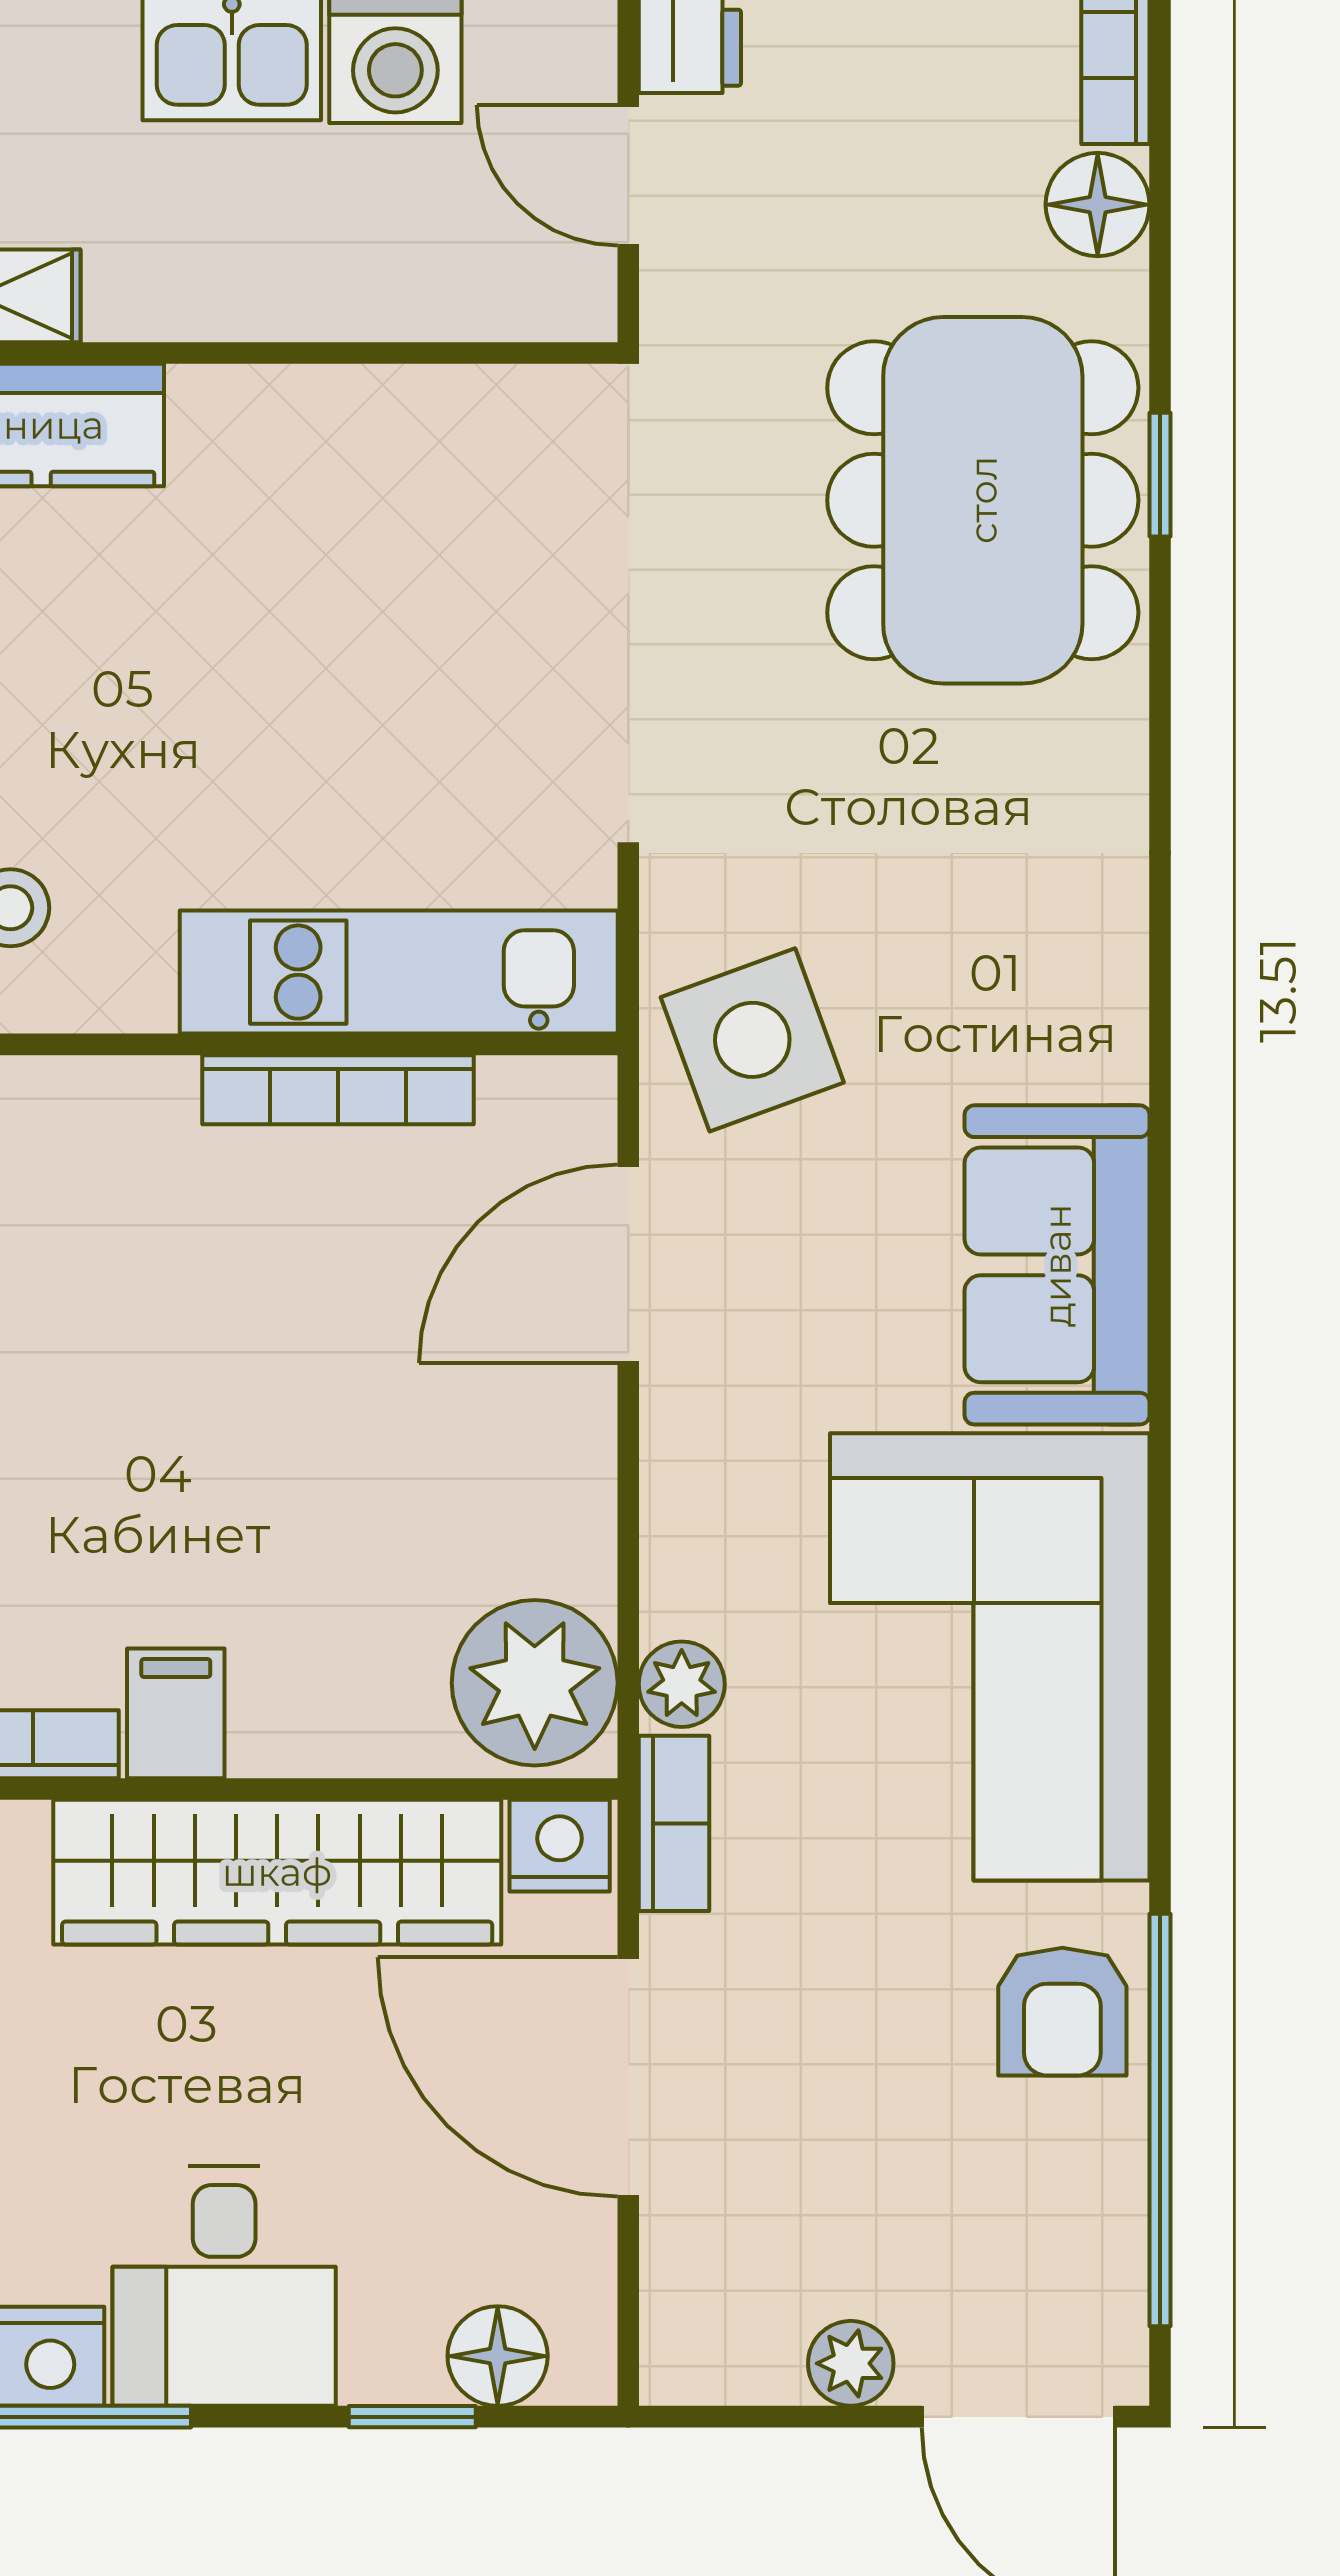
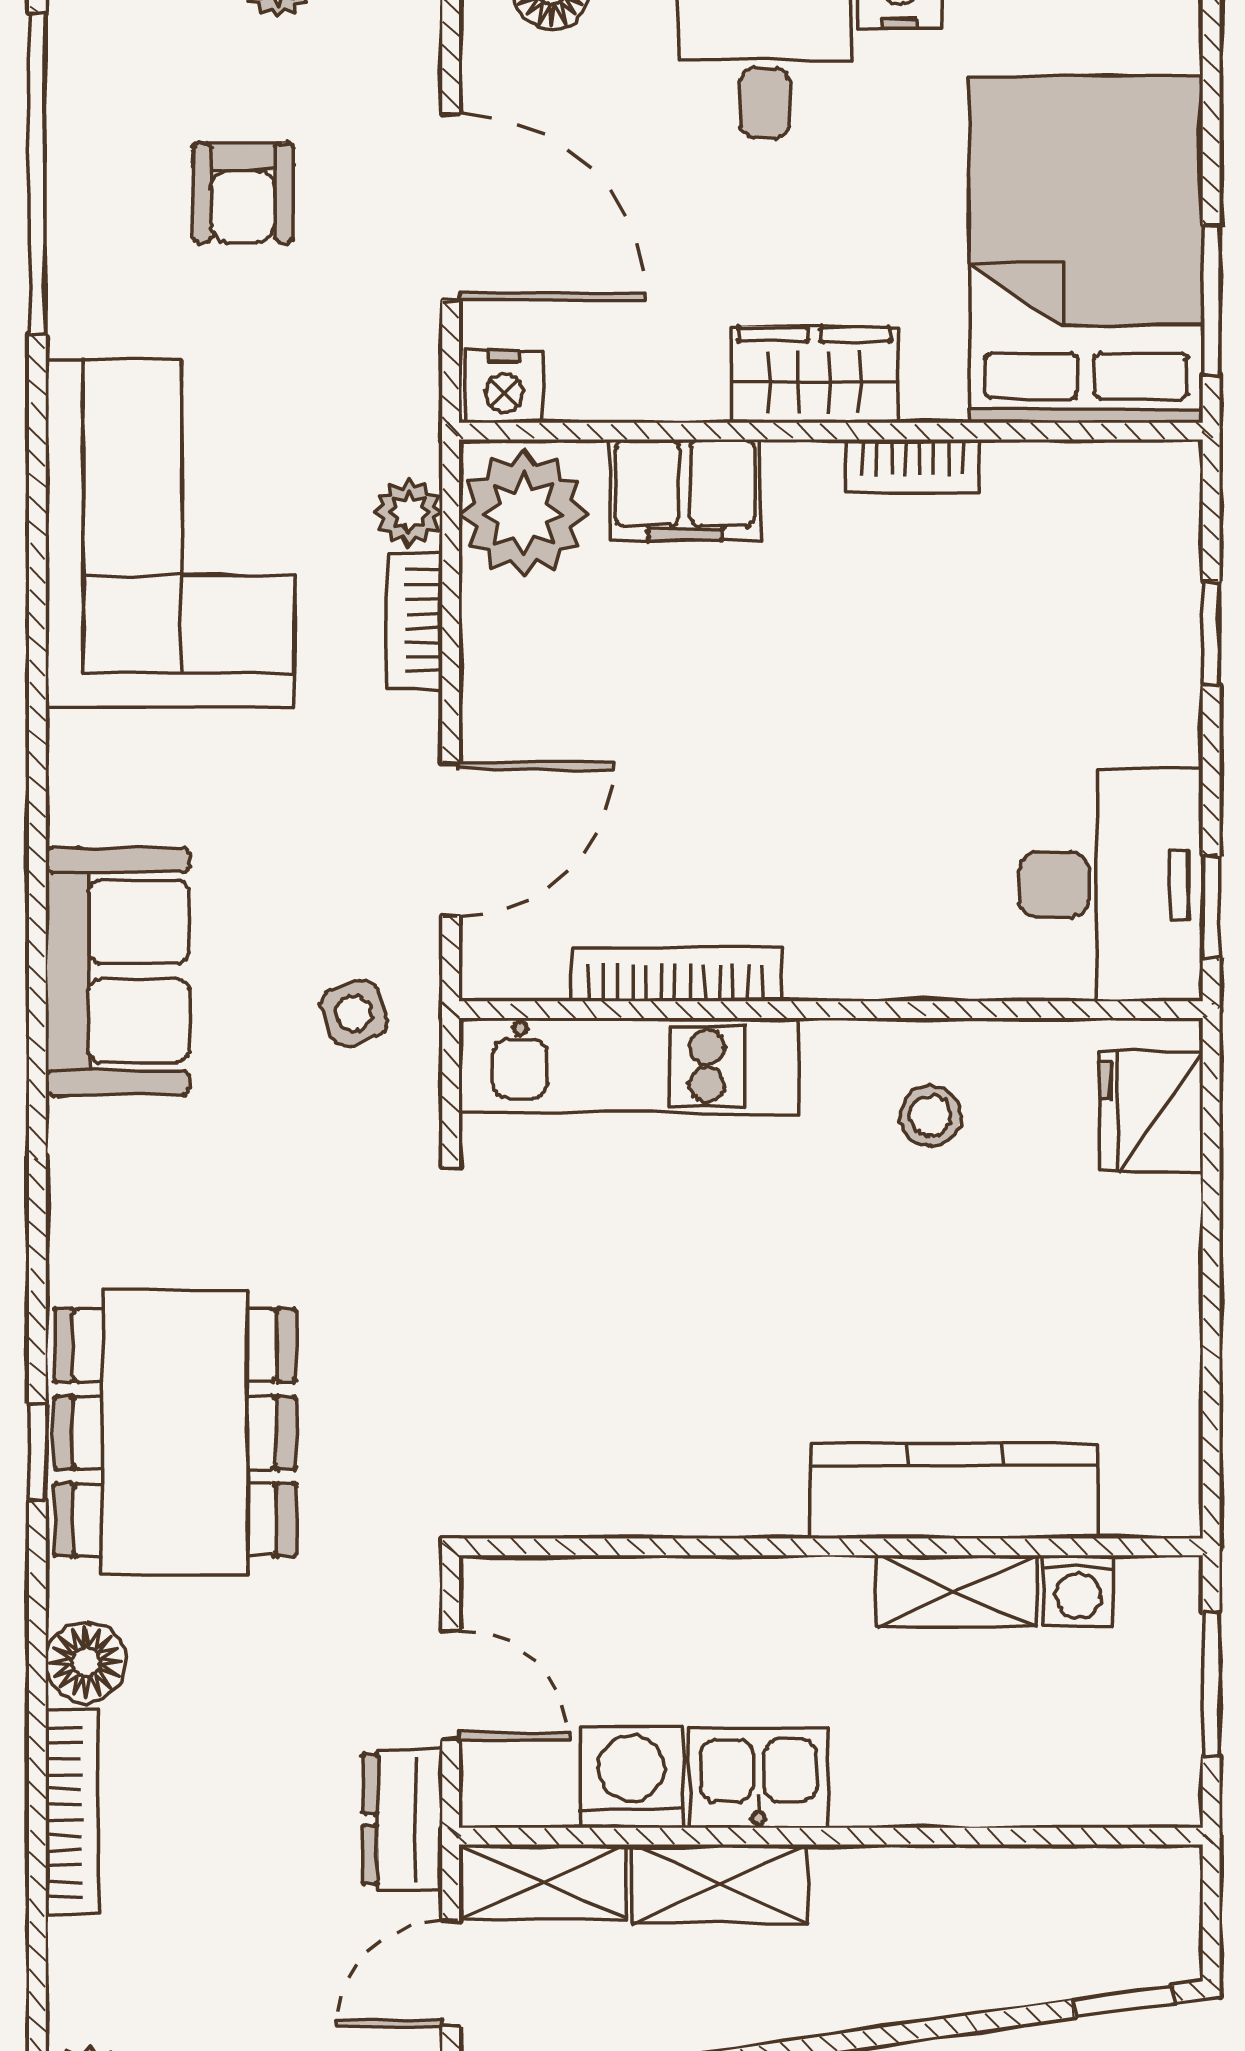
side table: (752, 1040) -> (354, 1013), width x0.54, depth x0.54
sofa: (1057, 1265) -> (117, 971), moved
filing cabinet: (176, 1713) -> (685, 490), moved, width x2.00
bookcase: (674, 1823) -> (415, 621), moved
wardrobe: (277, 1872) -> (814, 375), width x0.48, depth x0.85
armchair: (1062, 2012) -> (243, 192), moved, turned 180

